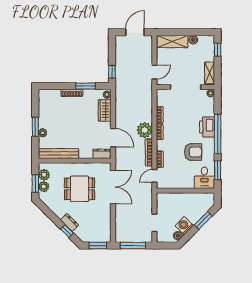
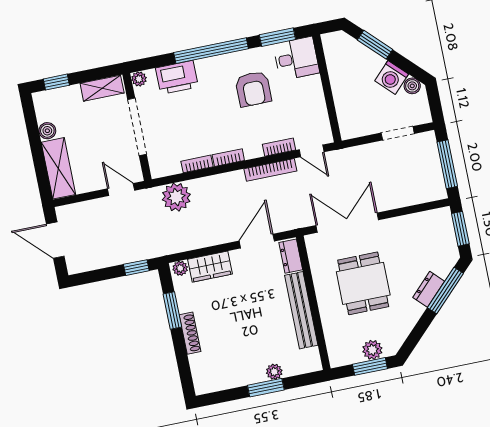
printer: (207, 127) -> (177, 78), moved
plant: (145, 130) -> (176, 197), moved
armchair: (193, 152) -> (253, 89), turned 180
bench: (59, 154) -> (301, 310), moved
plant: (44, 175) -> (351, 354), removed
window: (67, 231) -> (445, 291), width x2.17

